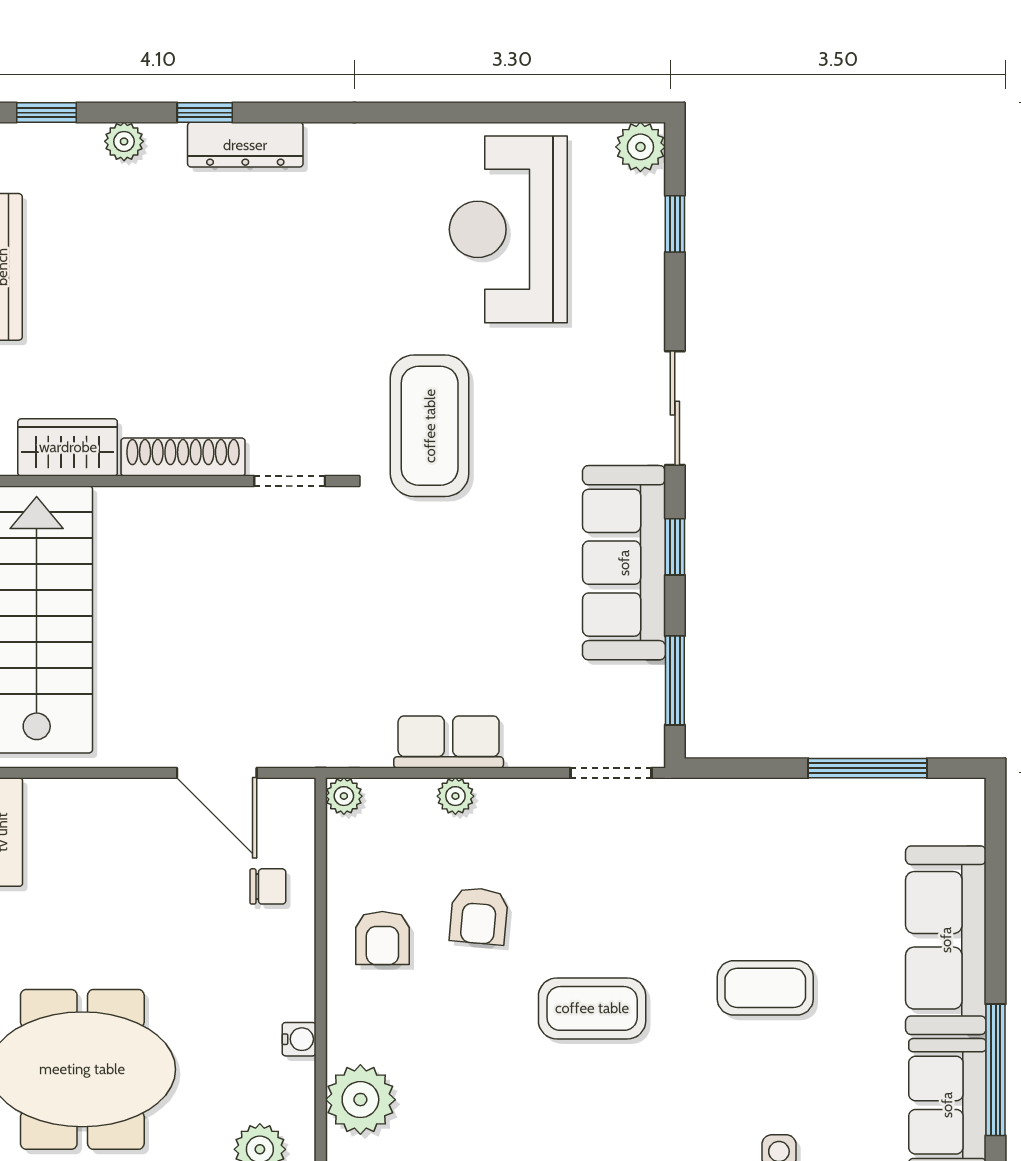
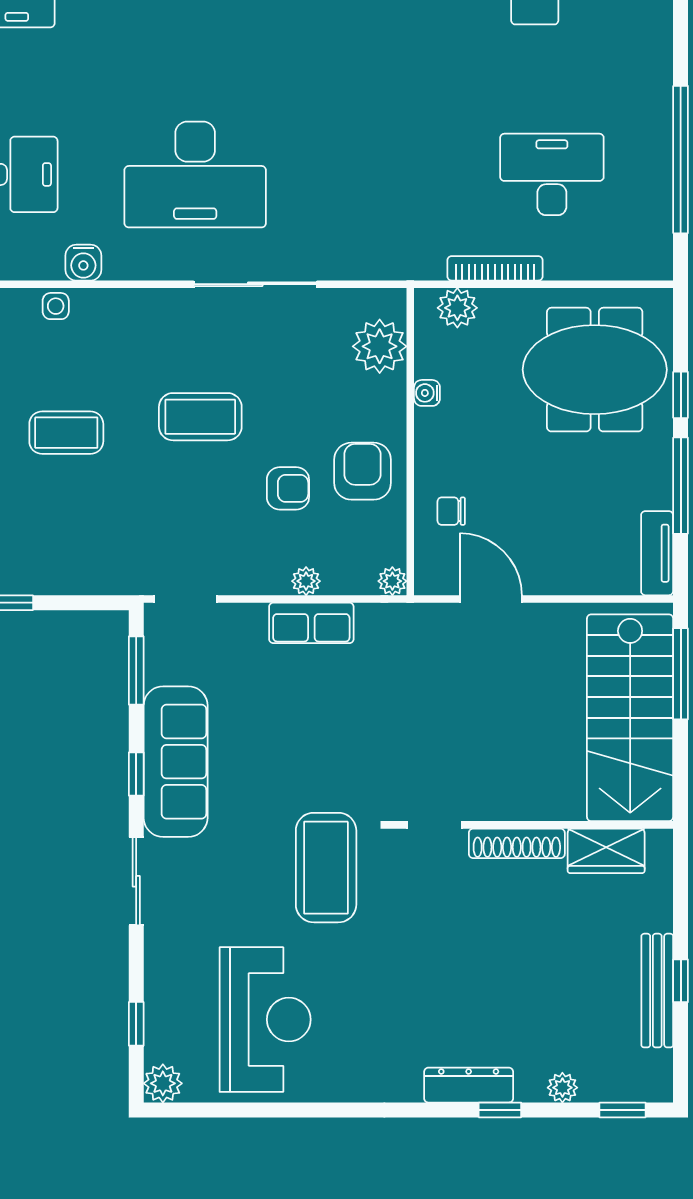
armchair: (479, 916) -> (288, 488), turned 85
armchair: (382, 938) -> (362, 471), width x1.38, depth x1.38

